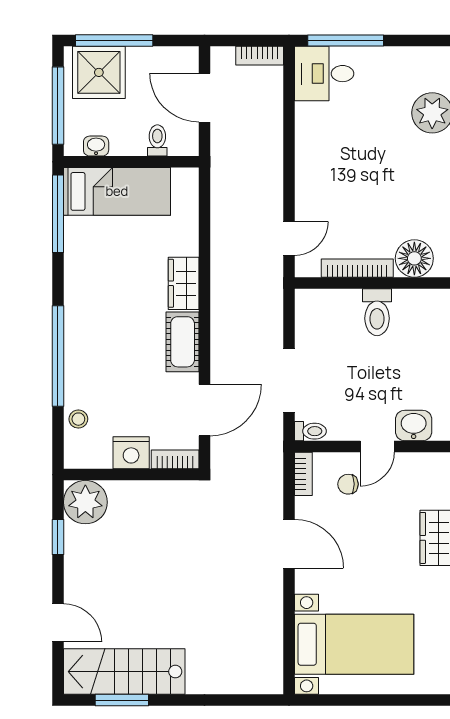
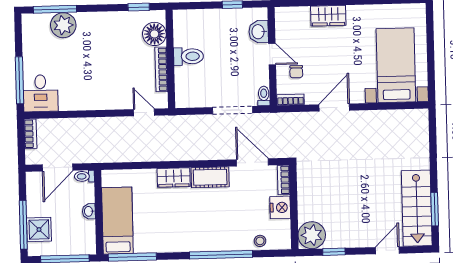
shower: (99, 72) -> (39, 230), width x0.73, depth x0.73
toilet: (157, 140) -> (84, 176), moved
washbasin: (96, 146) -> (89, 211), moved

